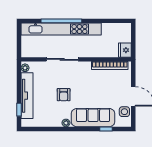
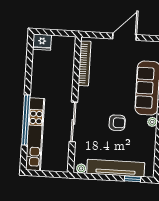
kitchen unit: (61, 29) -> (35, 134), width x0.73
fridge: (125, 50) -> (42, 42), moved
side table: (124, 112) -> (143, 49), removed

